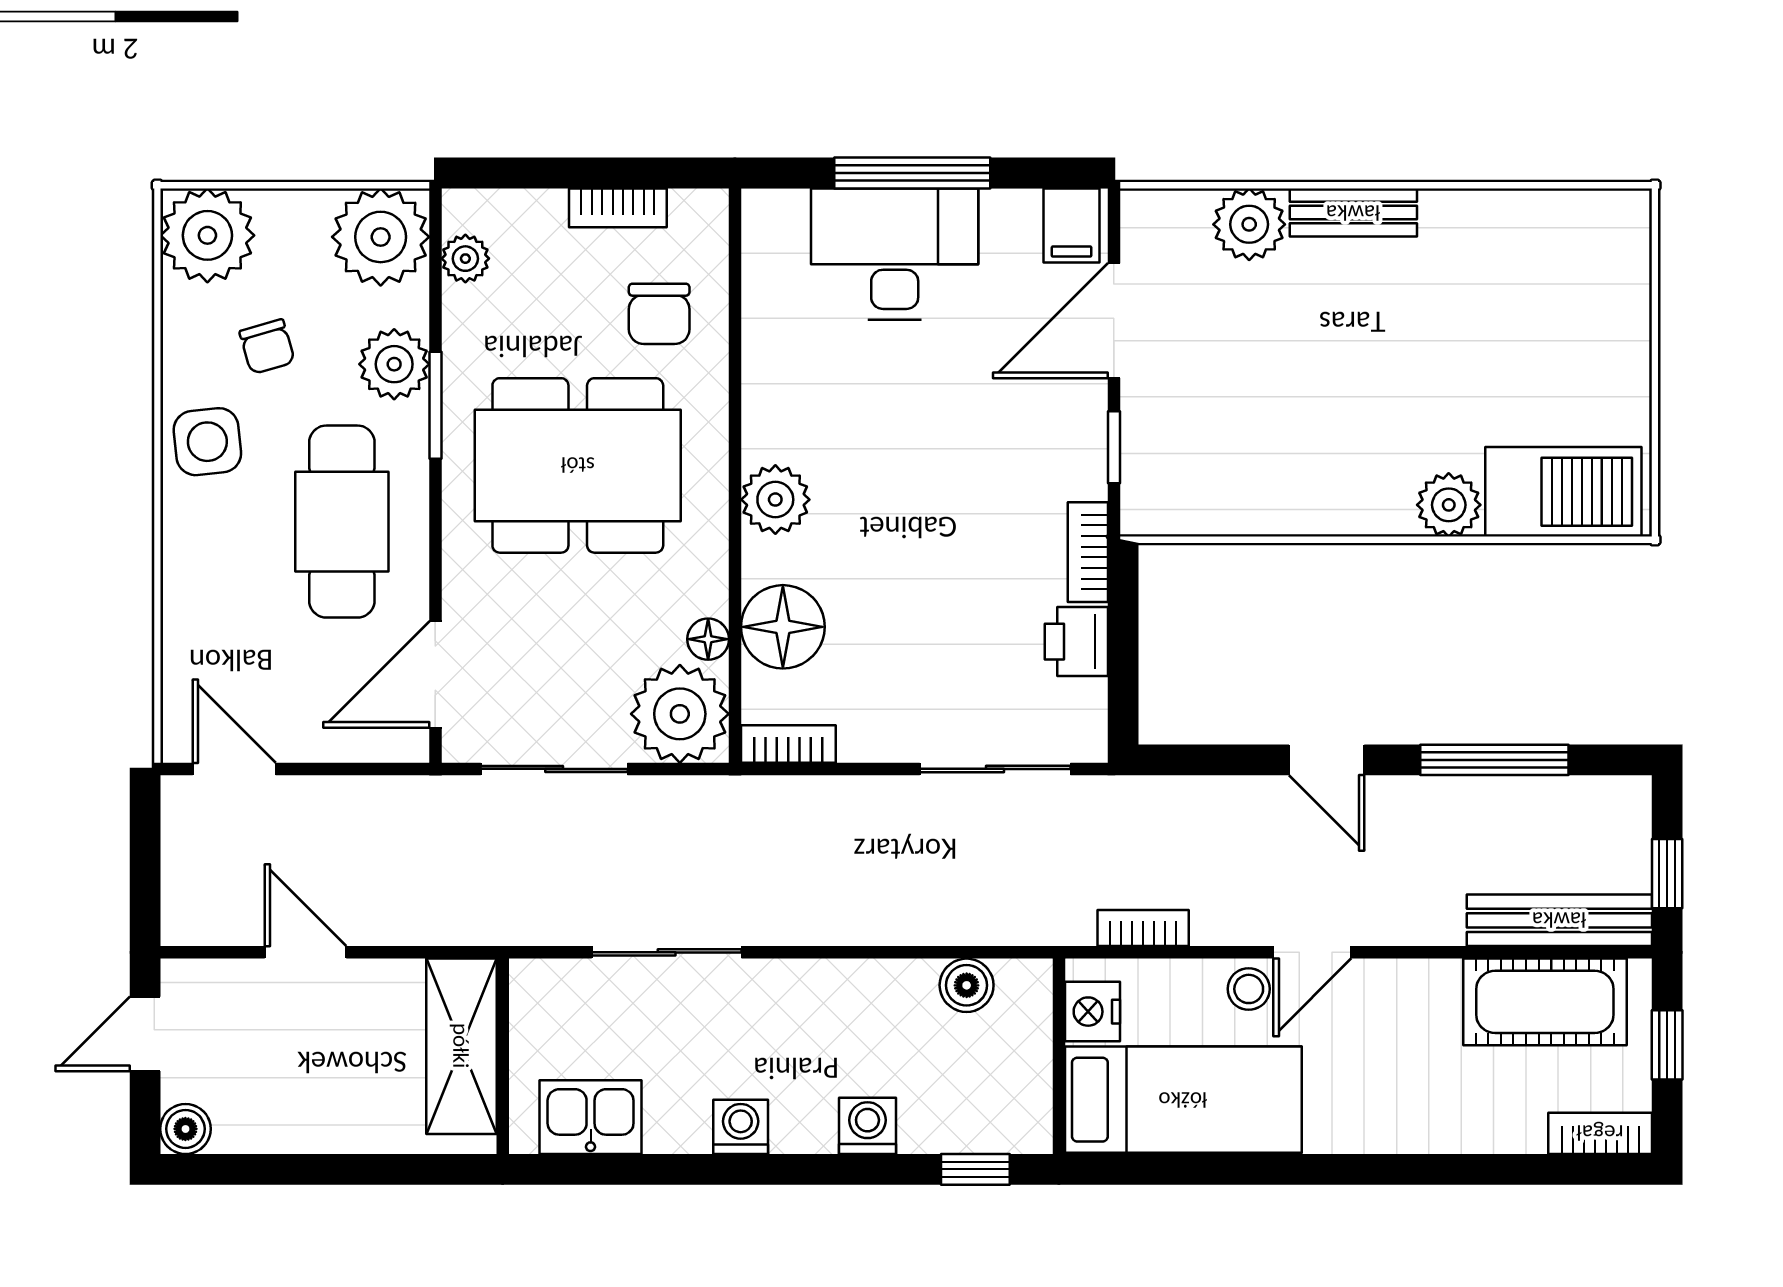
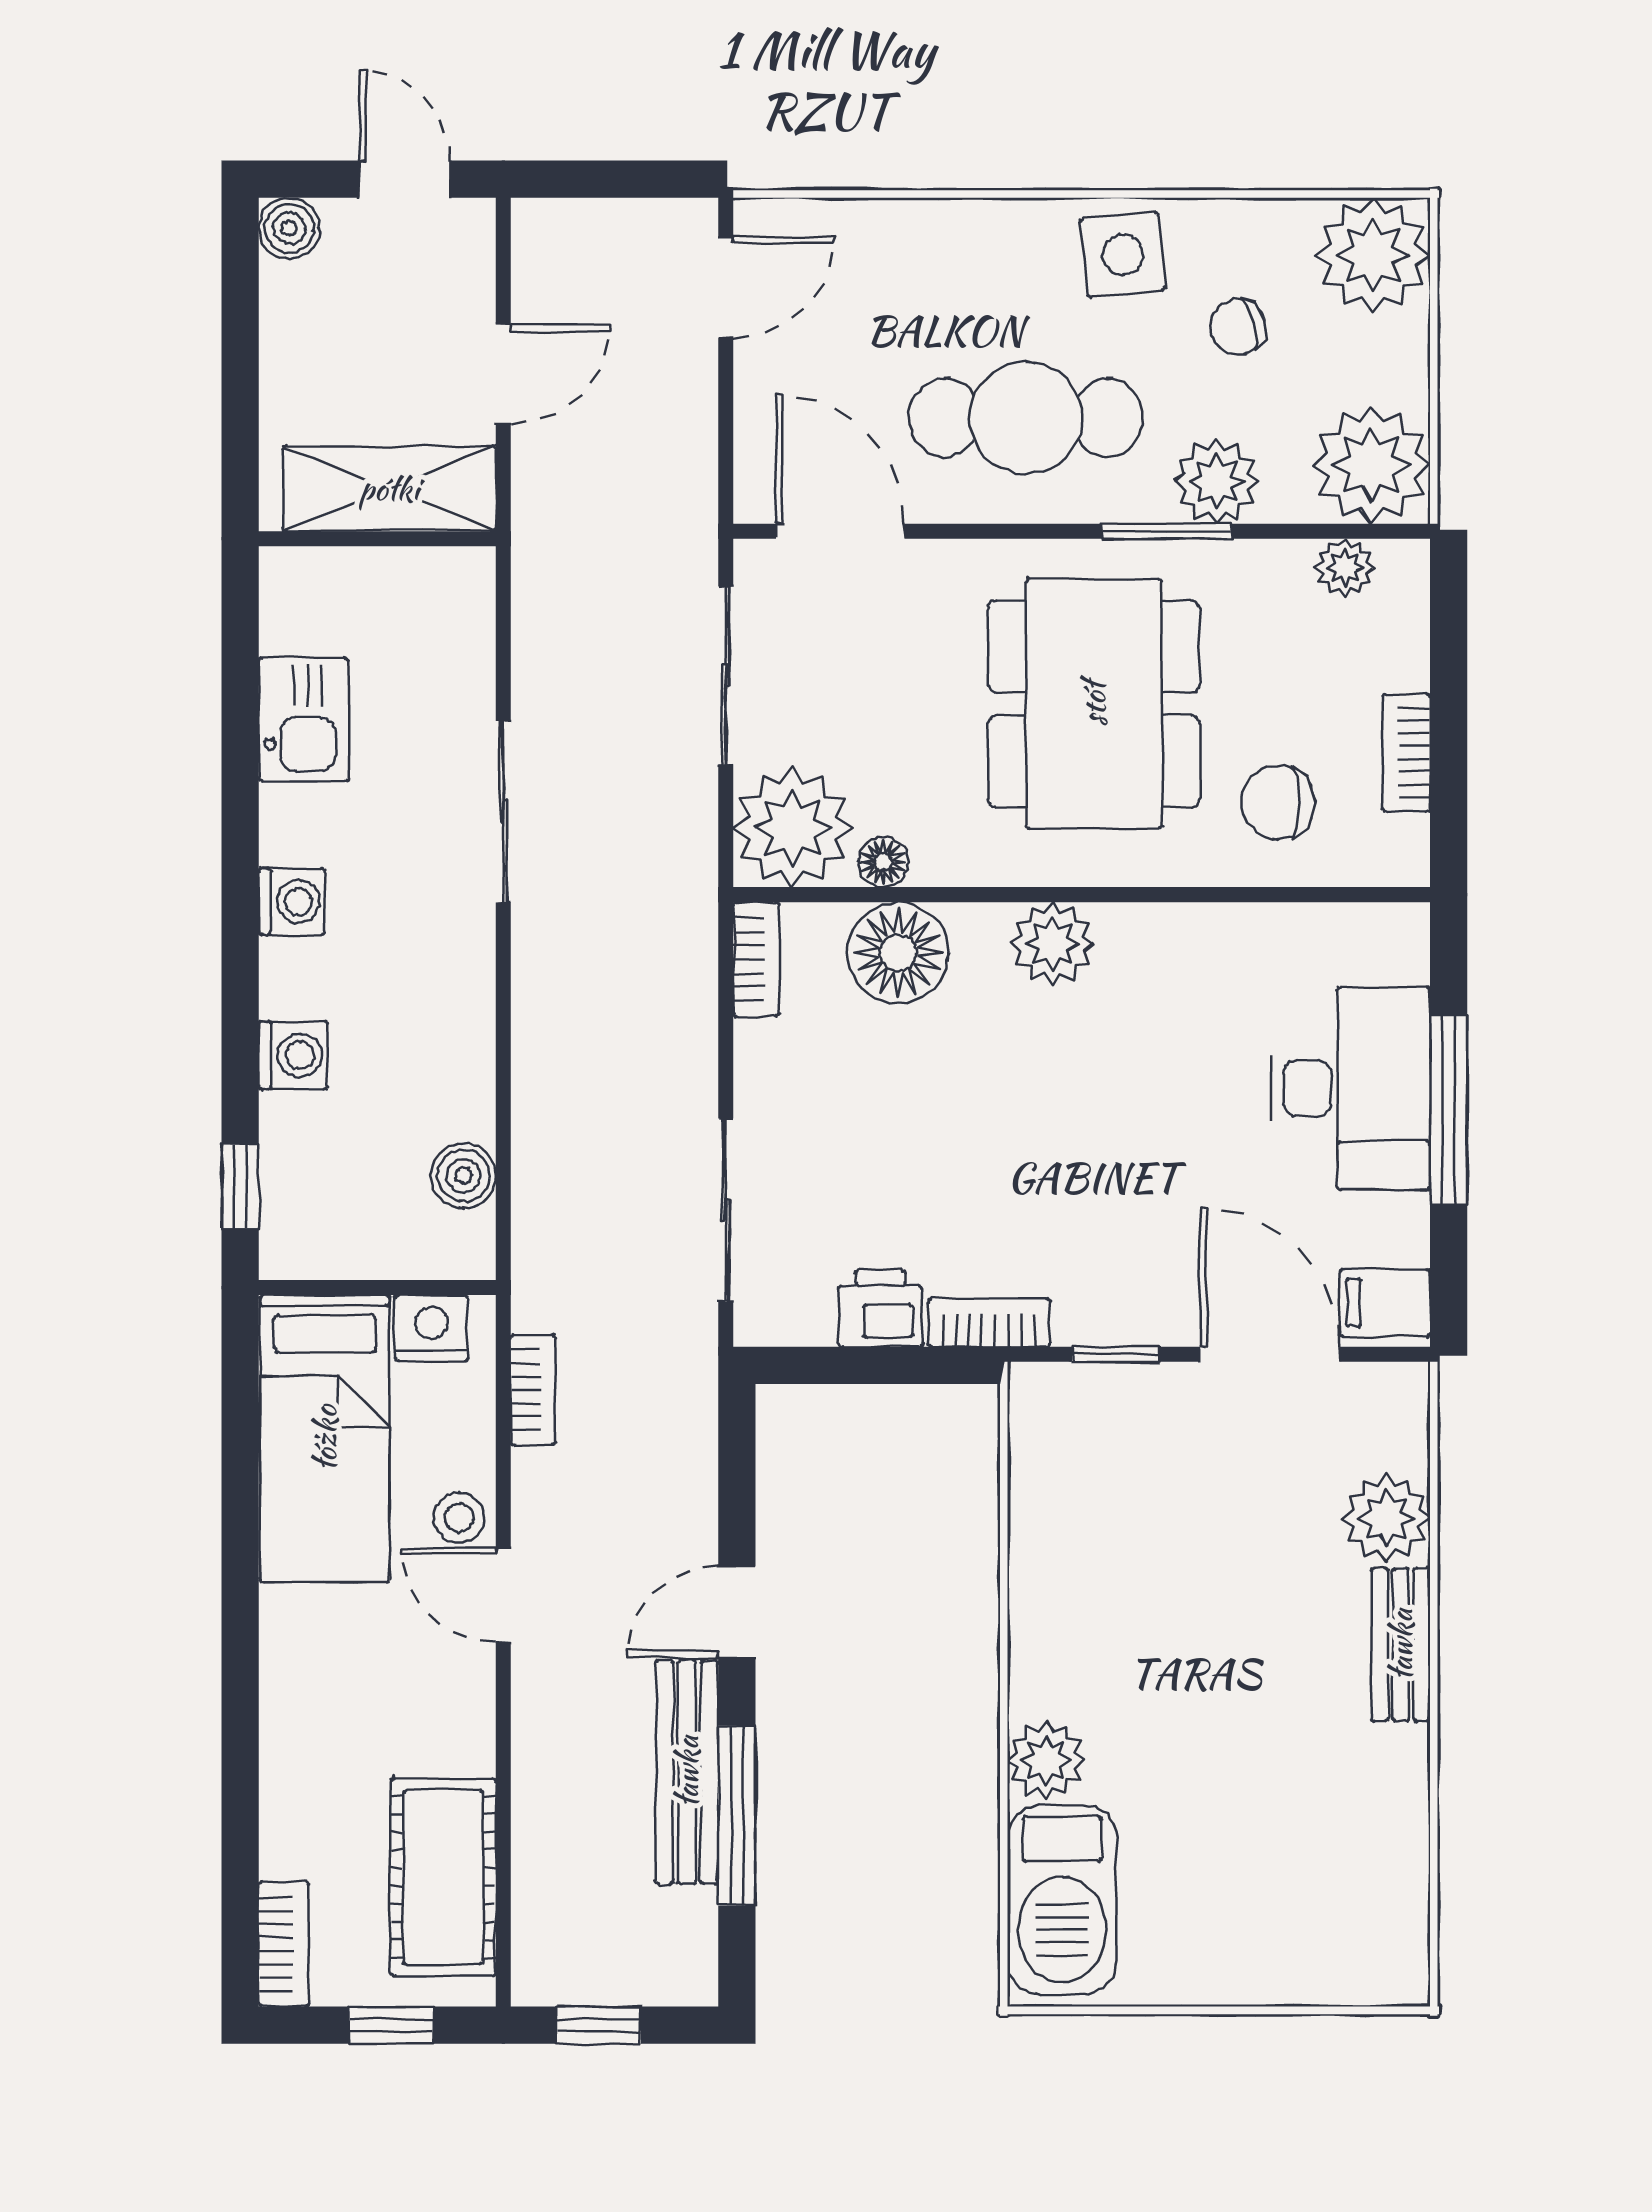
bench: (1559, 920) -> (687, 1772), moved
shelving: (461, 1046) -> (389, 489), moved
wall: (503, 1056) -> (377, 539), moved

